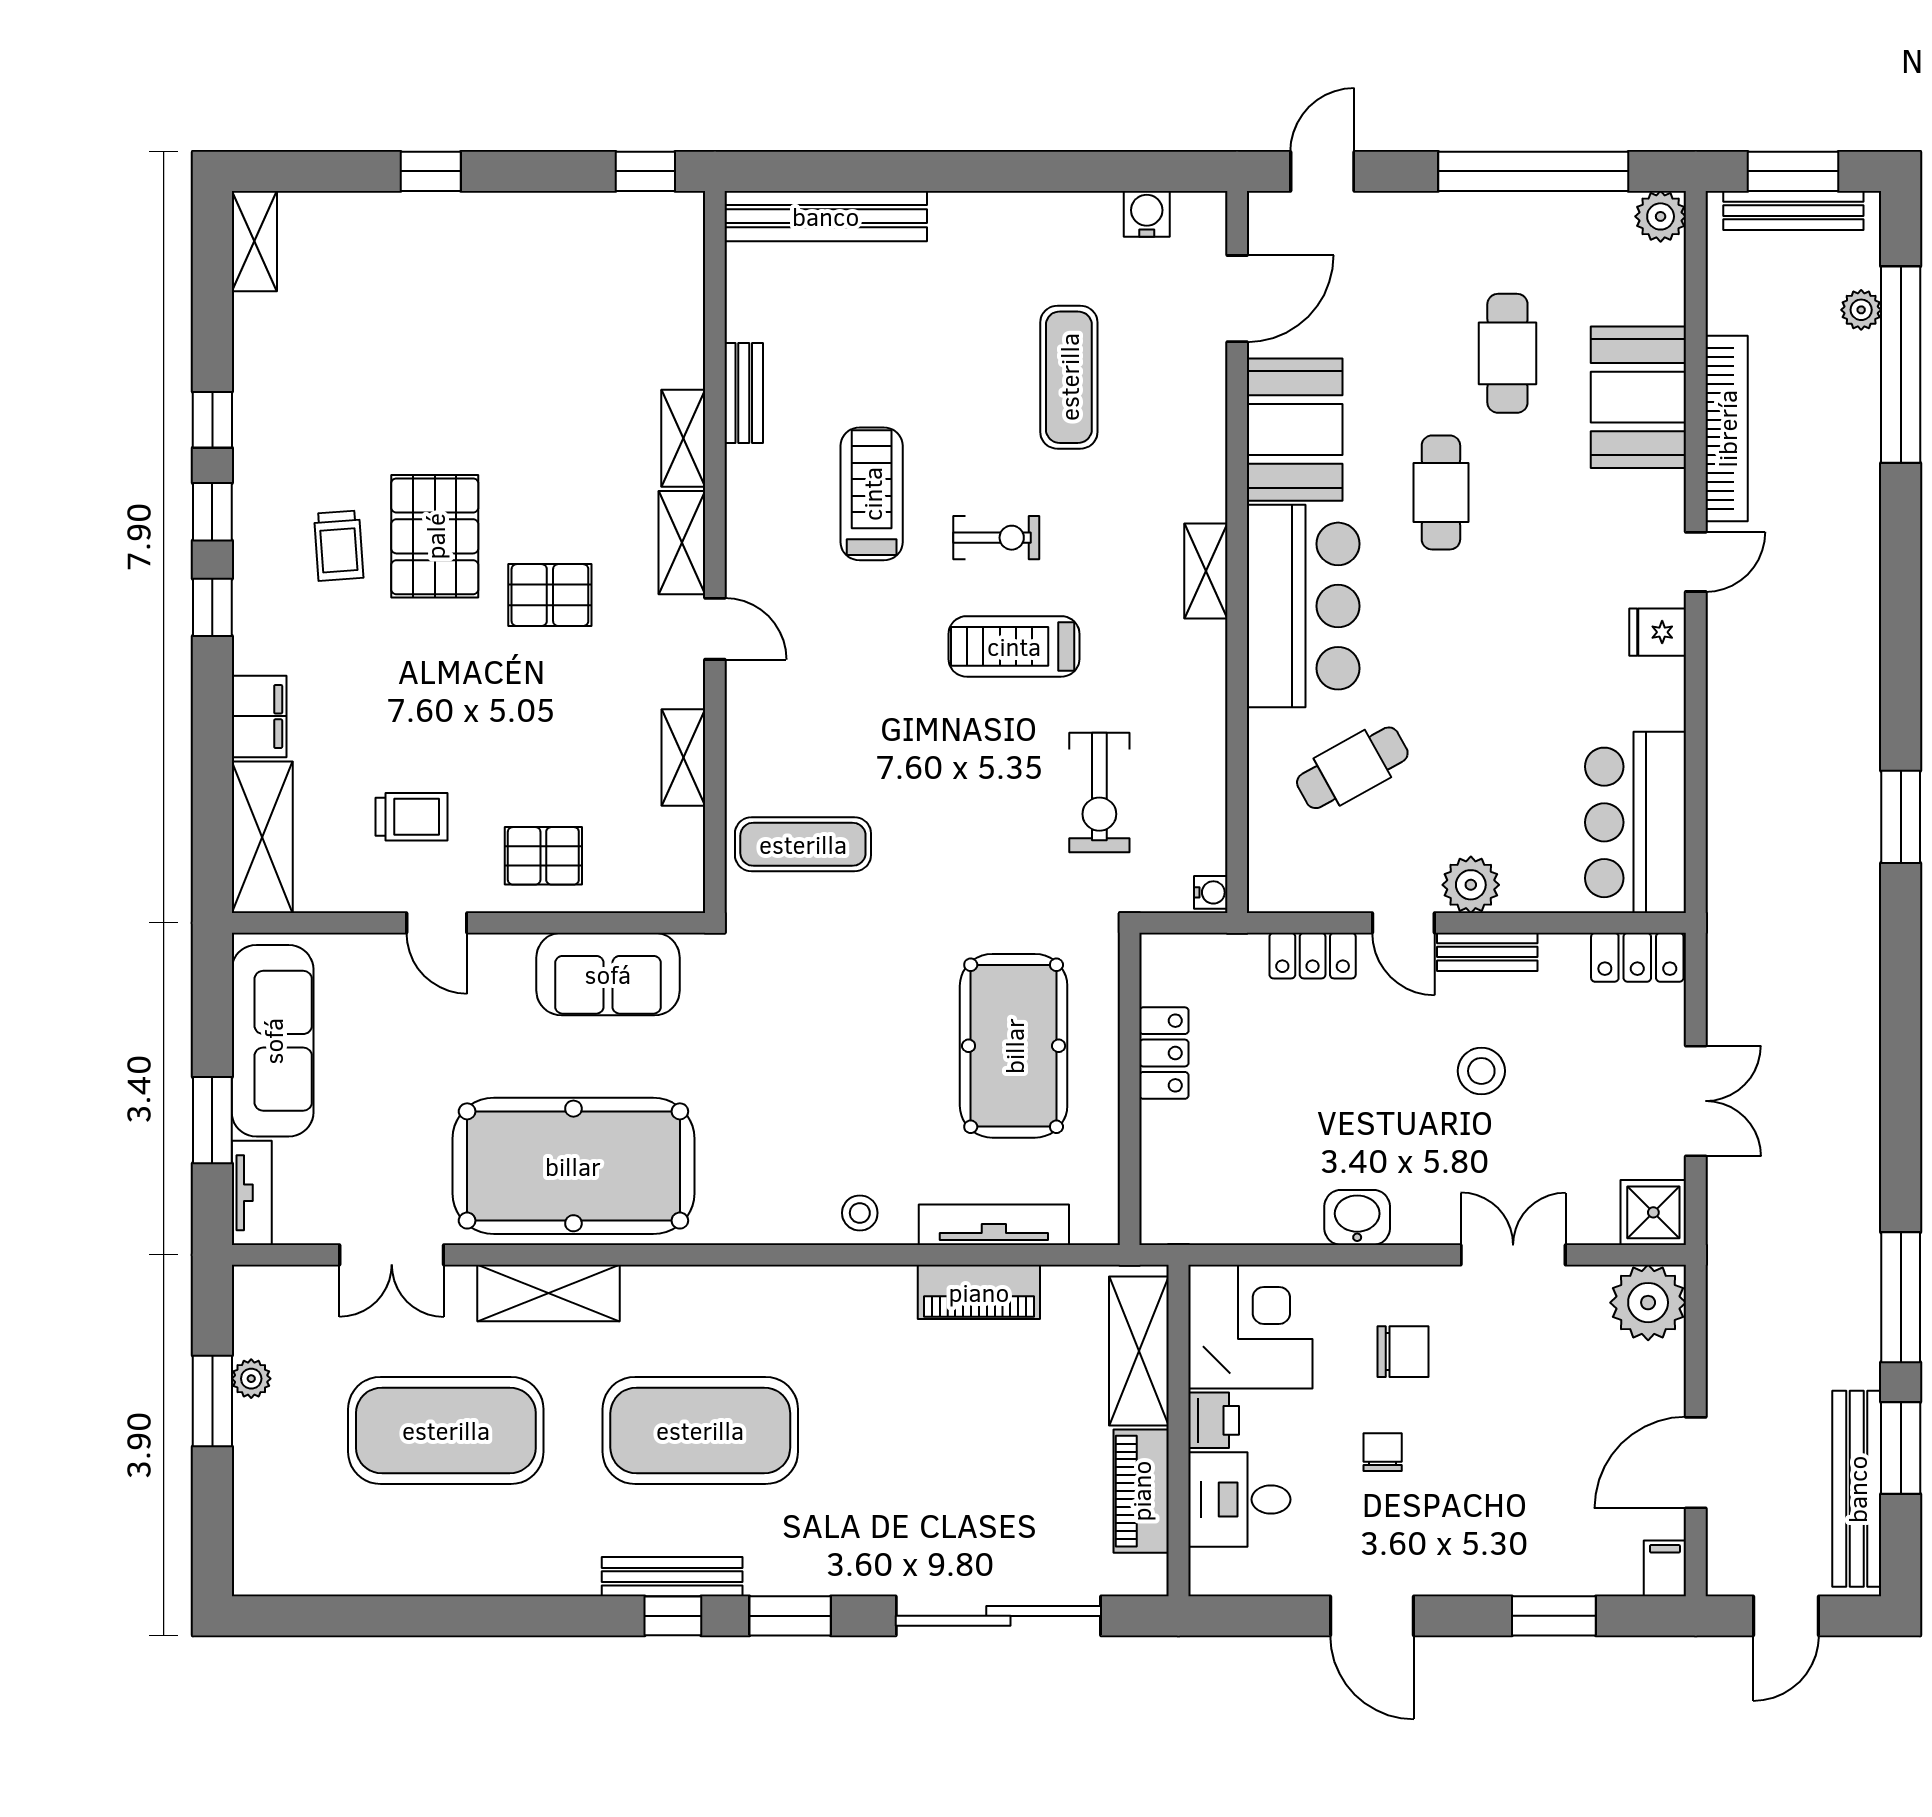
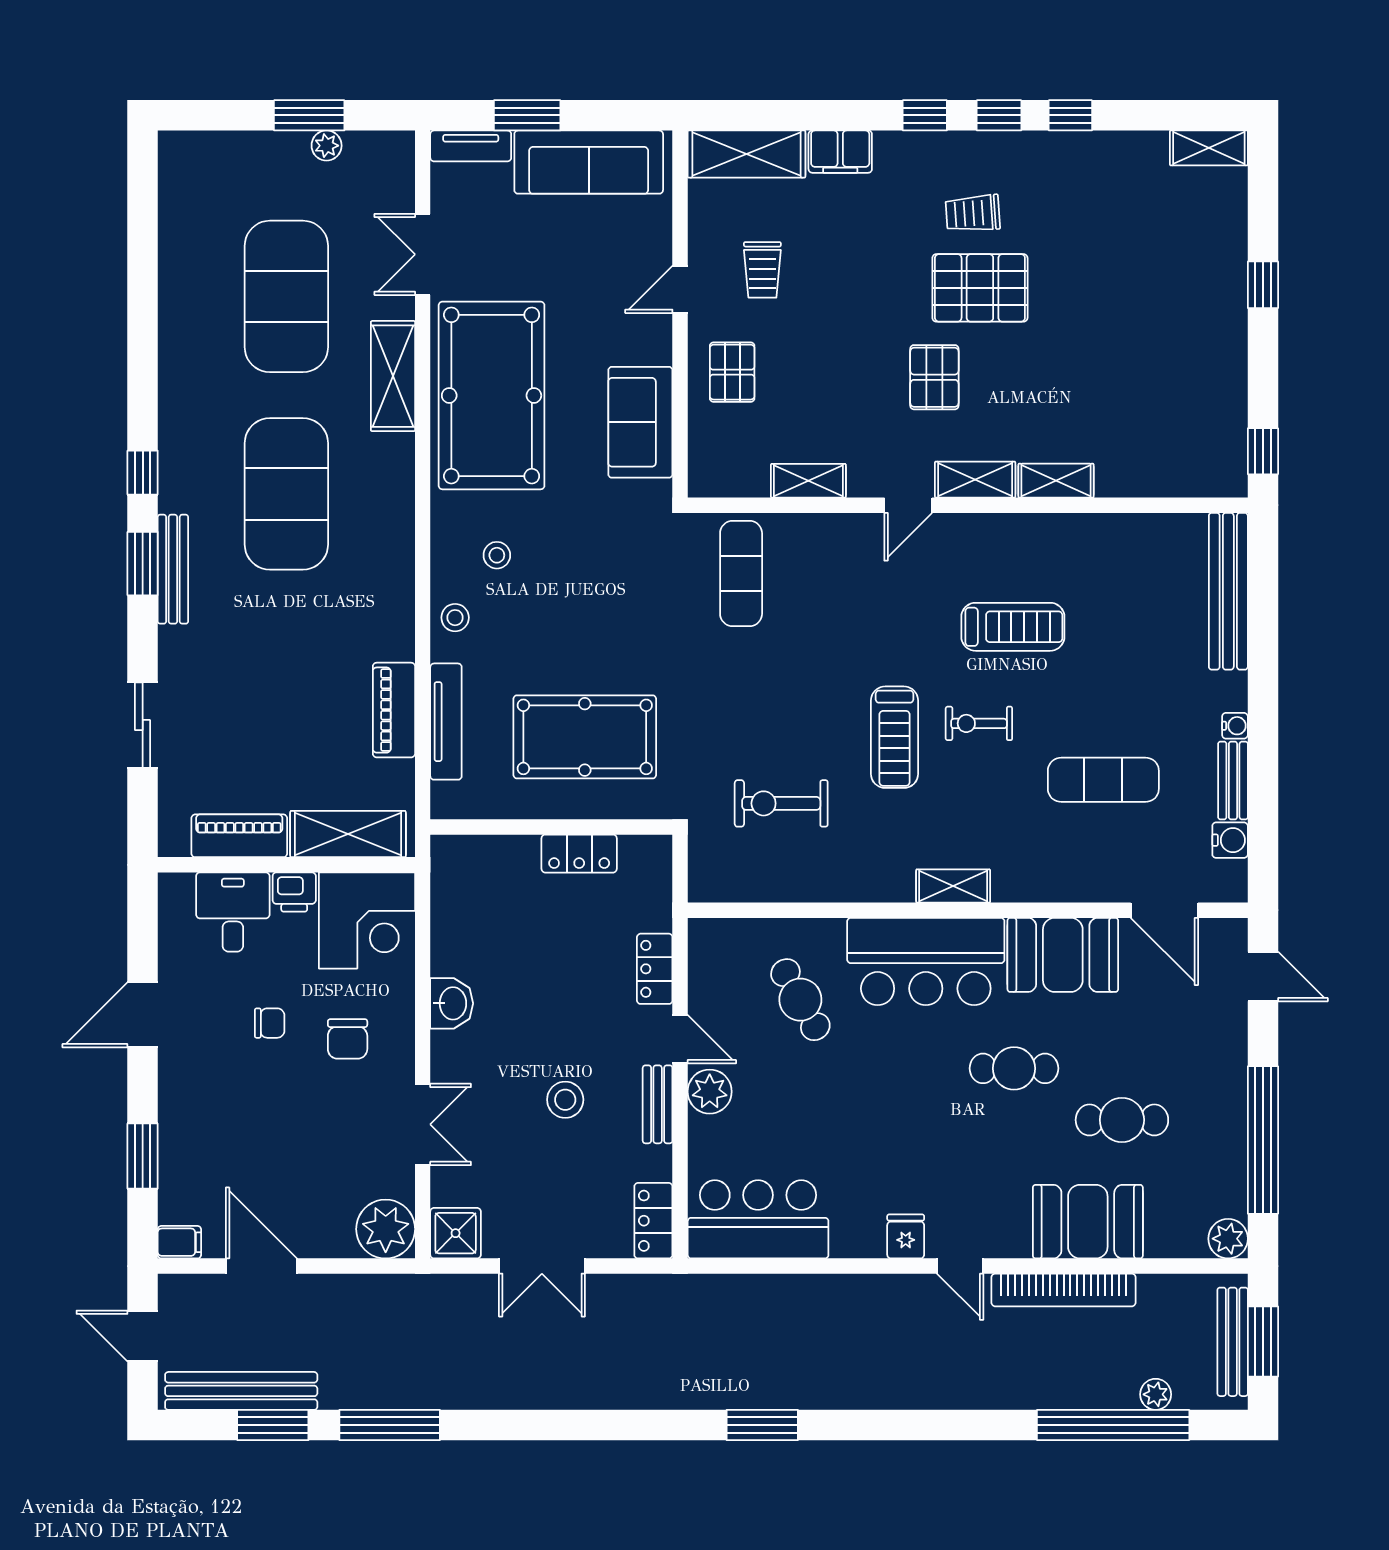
bench: (744, 393) -> (1233, 781), moved, turned 90
exercise bike: (996, 538) -> (979, 723), turned 90
treadmill: (1014, 646) -> (895, 737), turned 180
water cooler: (1211, 892) -> (1235, 726), moved, turned -90
door: (1403, 923) -> (680, 1039), swing flipped
stool: (779, 1159) -> (497, 555), added
bench: (672, 1577) -> (173, 569), moved
sliding door: (998, 1616) -> (143, 725), width x0.54

